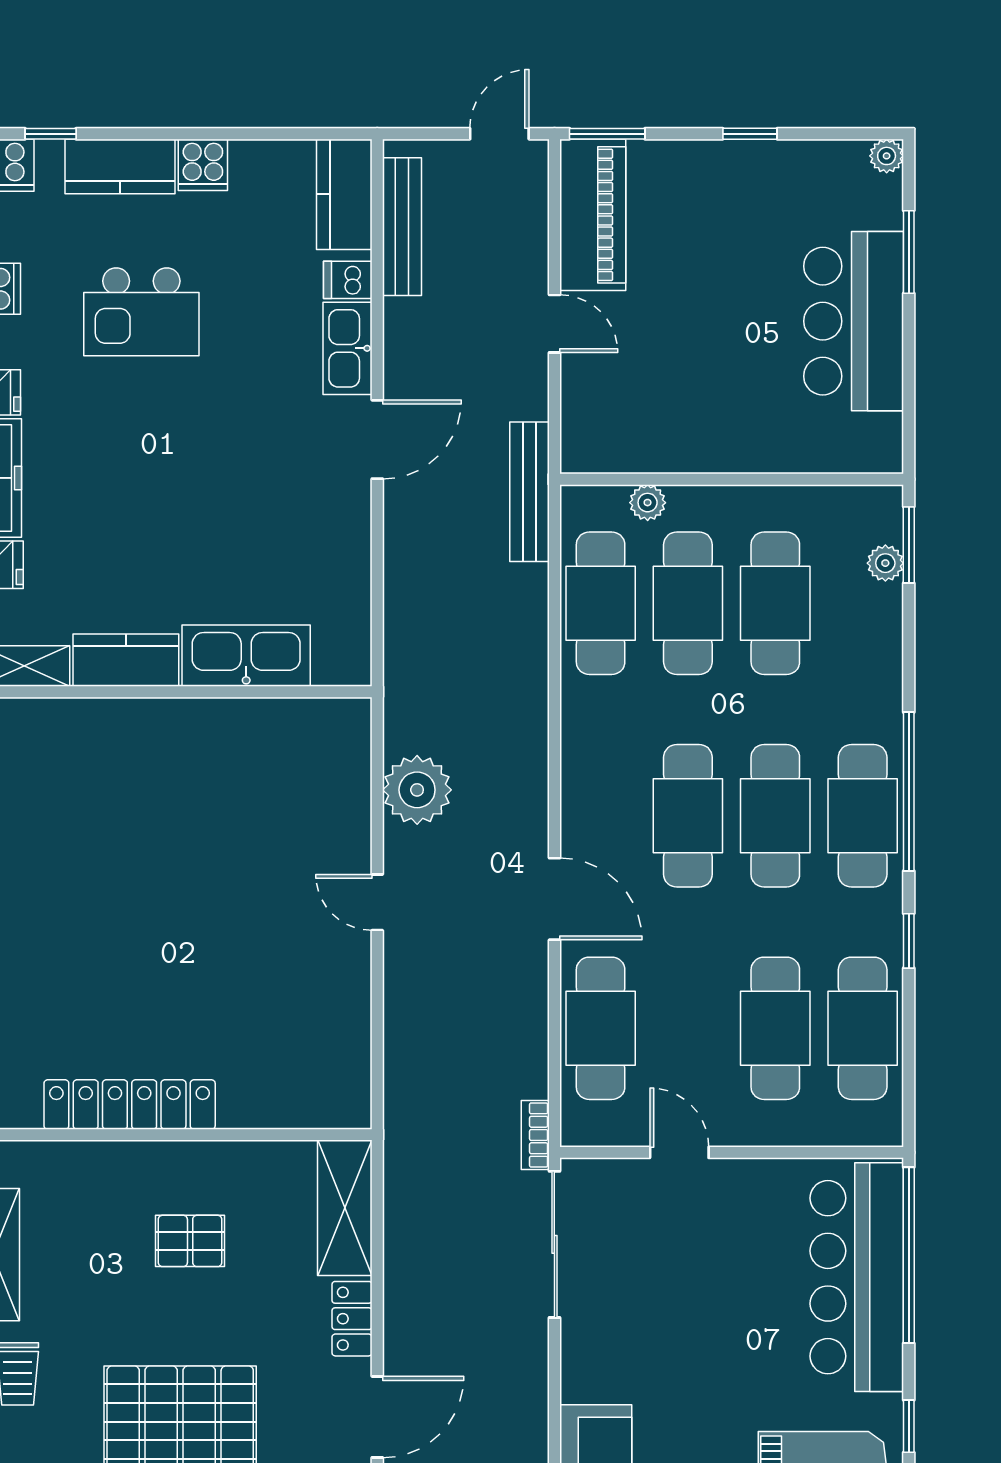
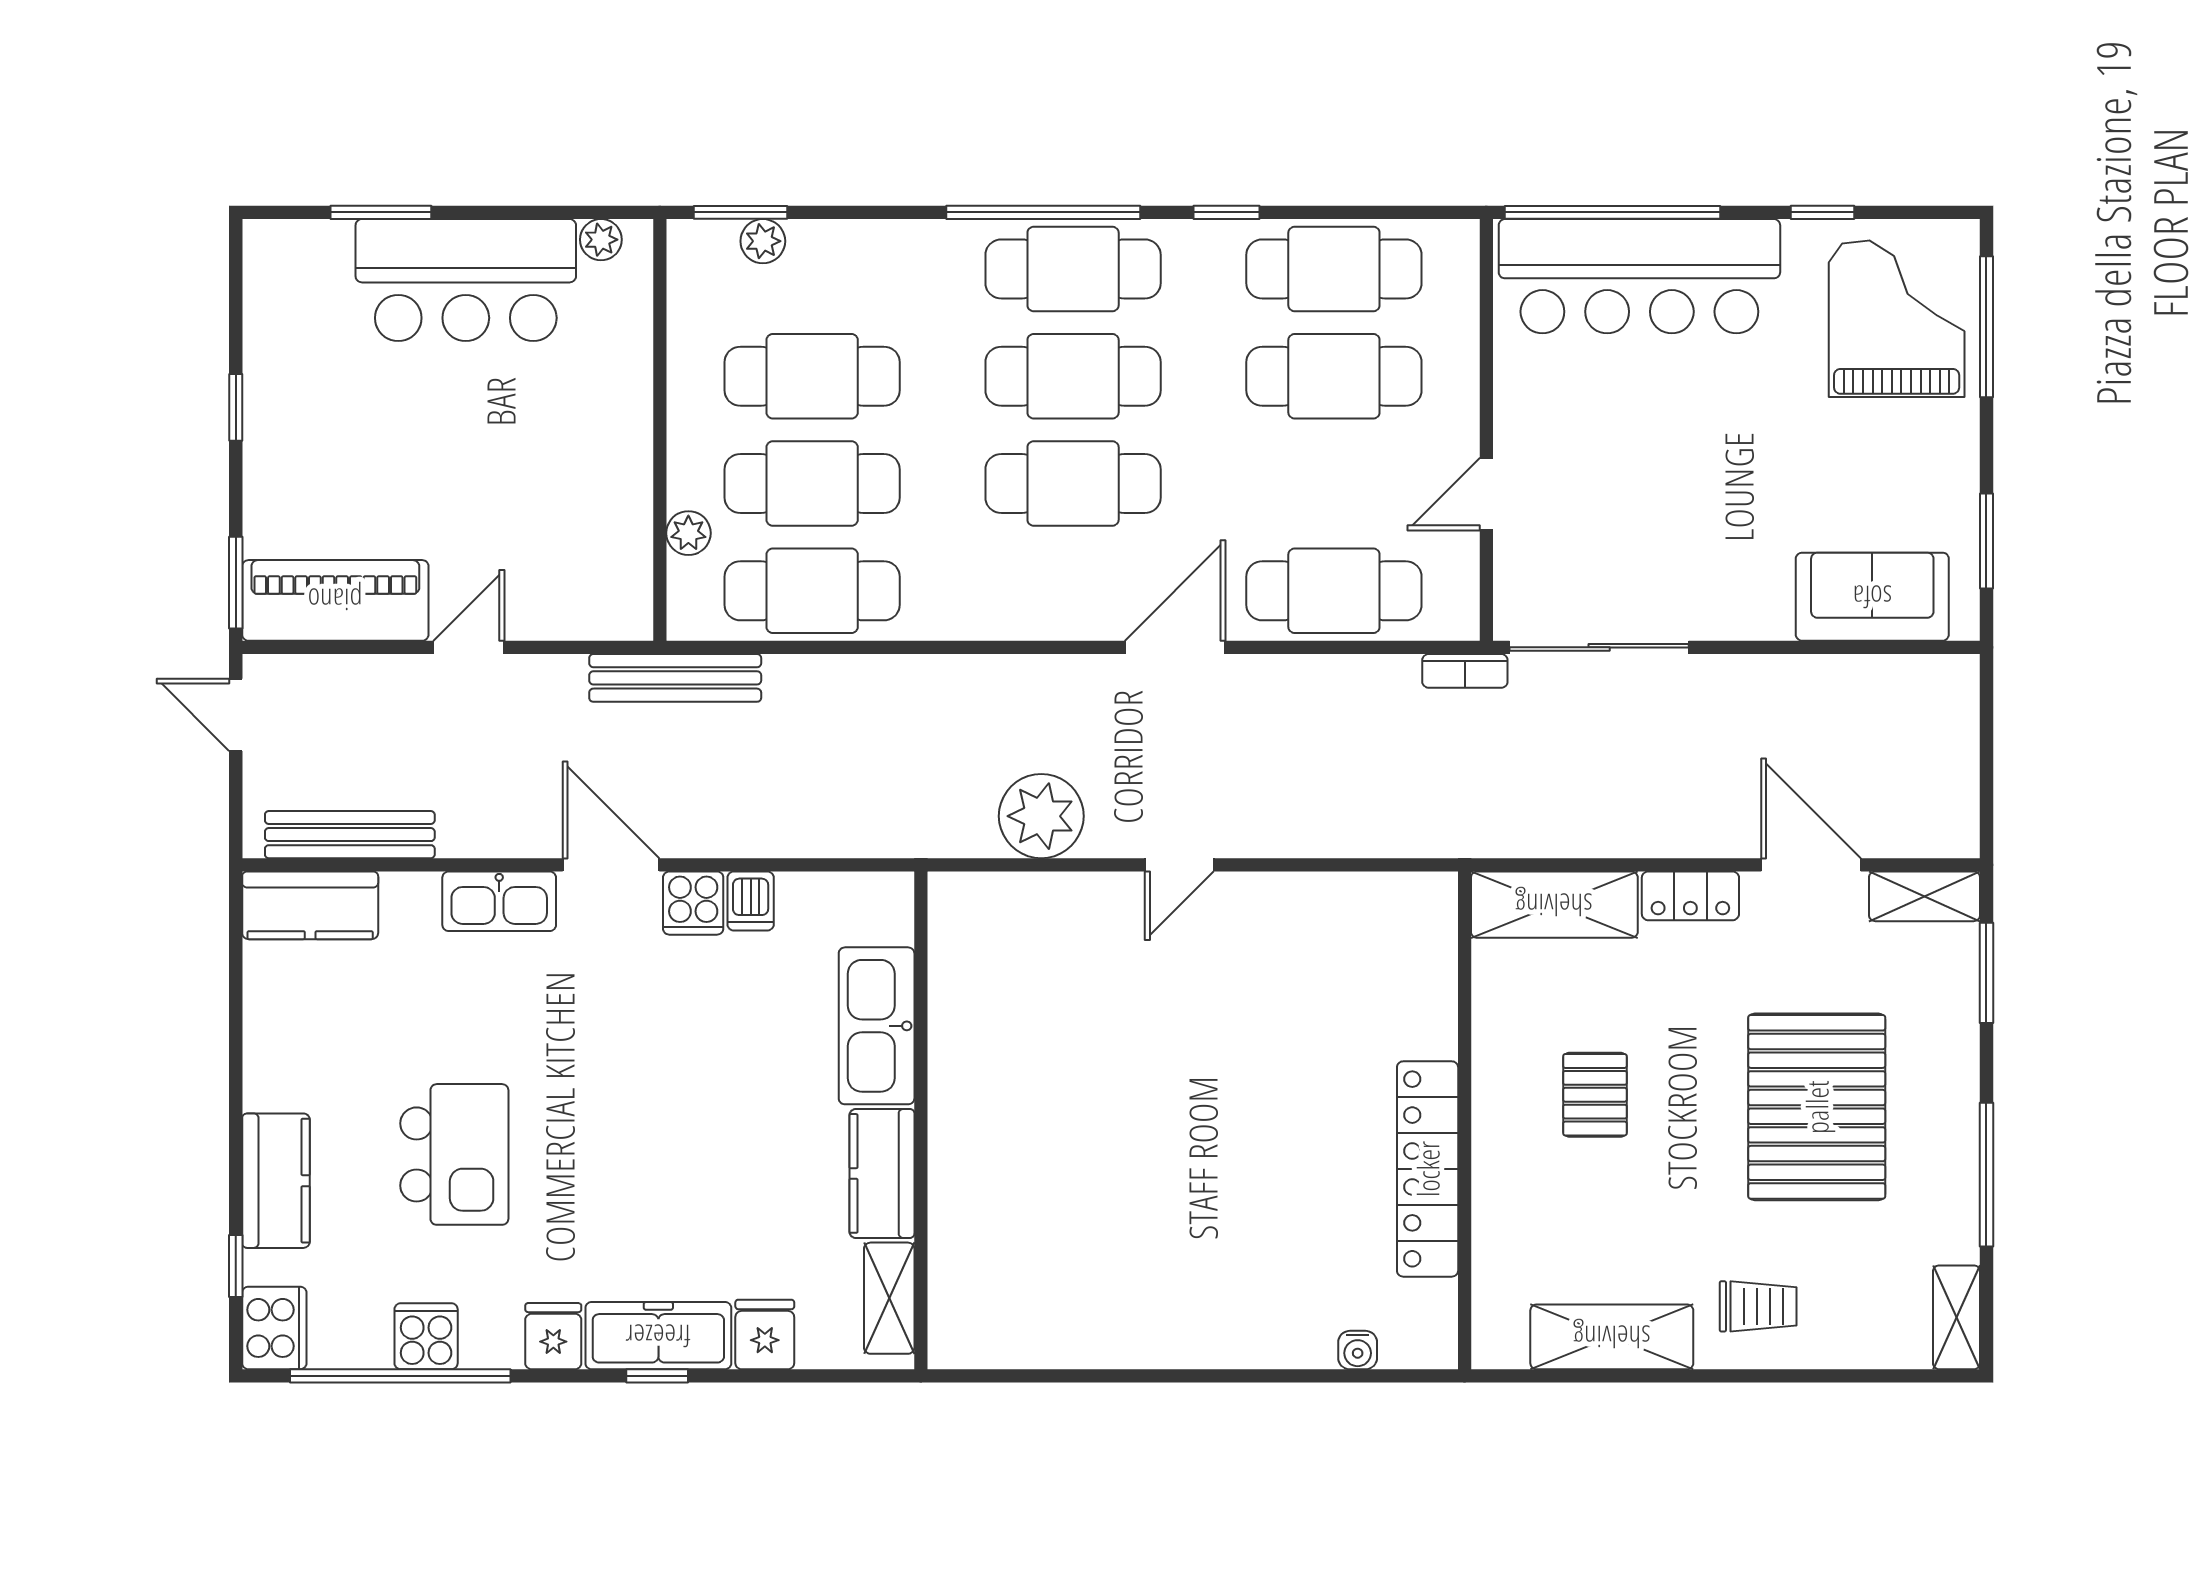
plant: (887, 156) -> (601, 240), moved
cooker: (203, 165) -> (693, 903), moved, turned 90
dishwasher: (348, 280) -> (751, 901), moved

